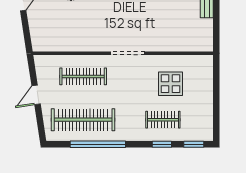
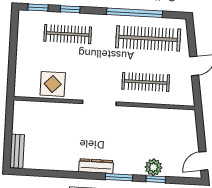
display table: (170, 84) -> (53, 84), moved
clothes rail: (163, 120) -> (68, 34), width x1.36

